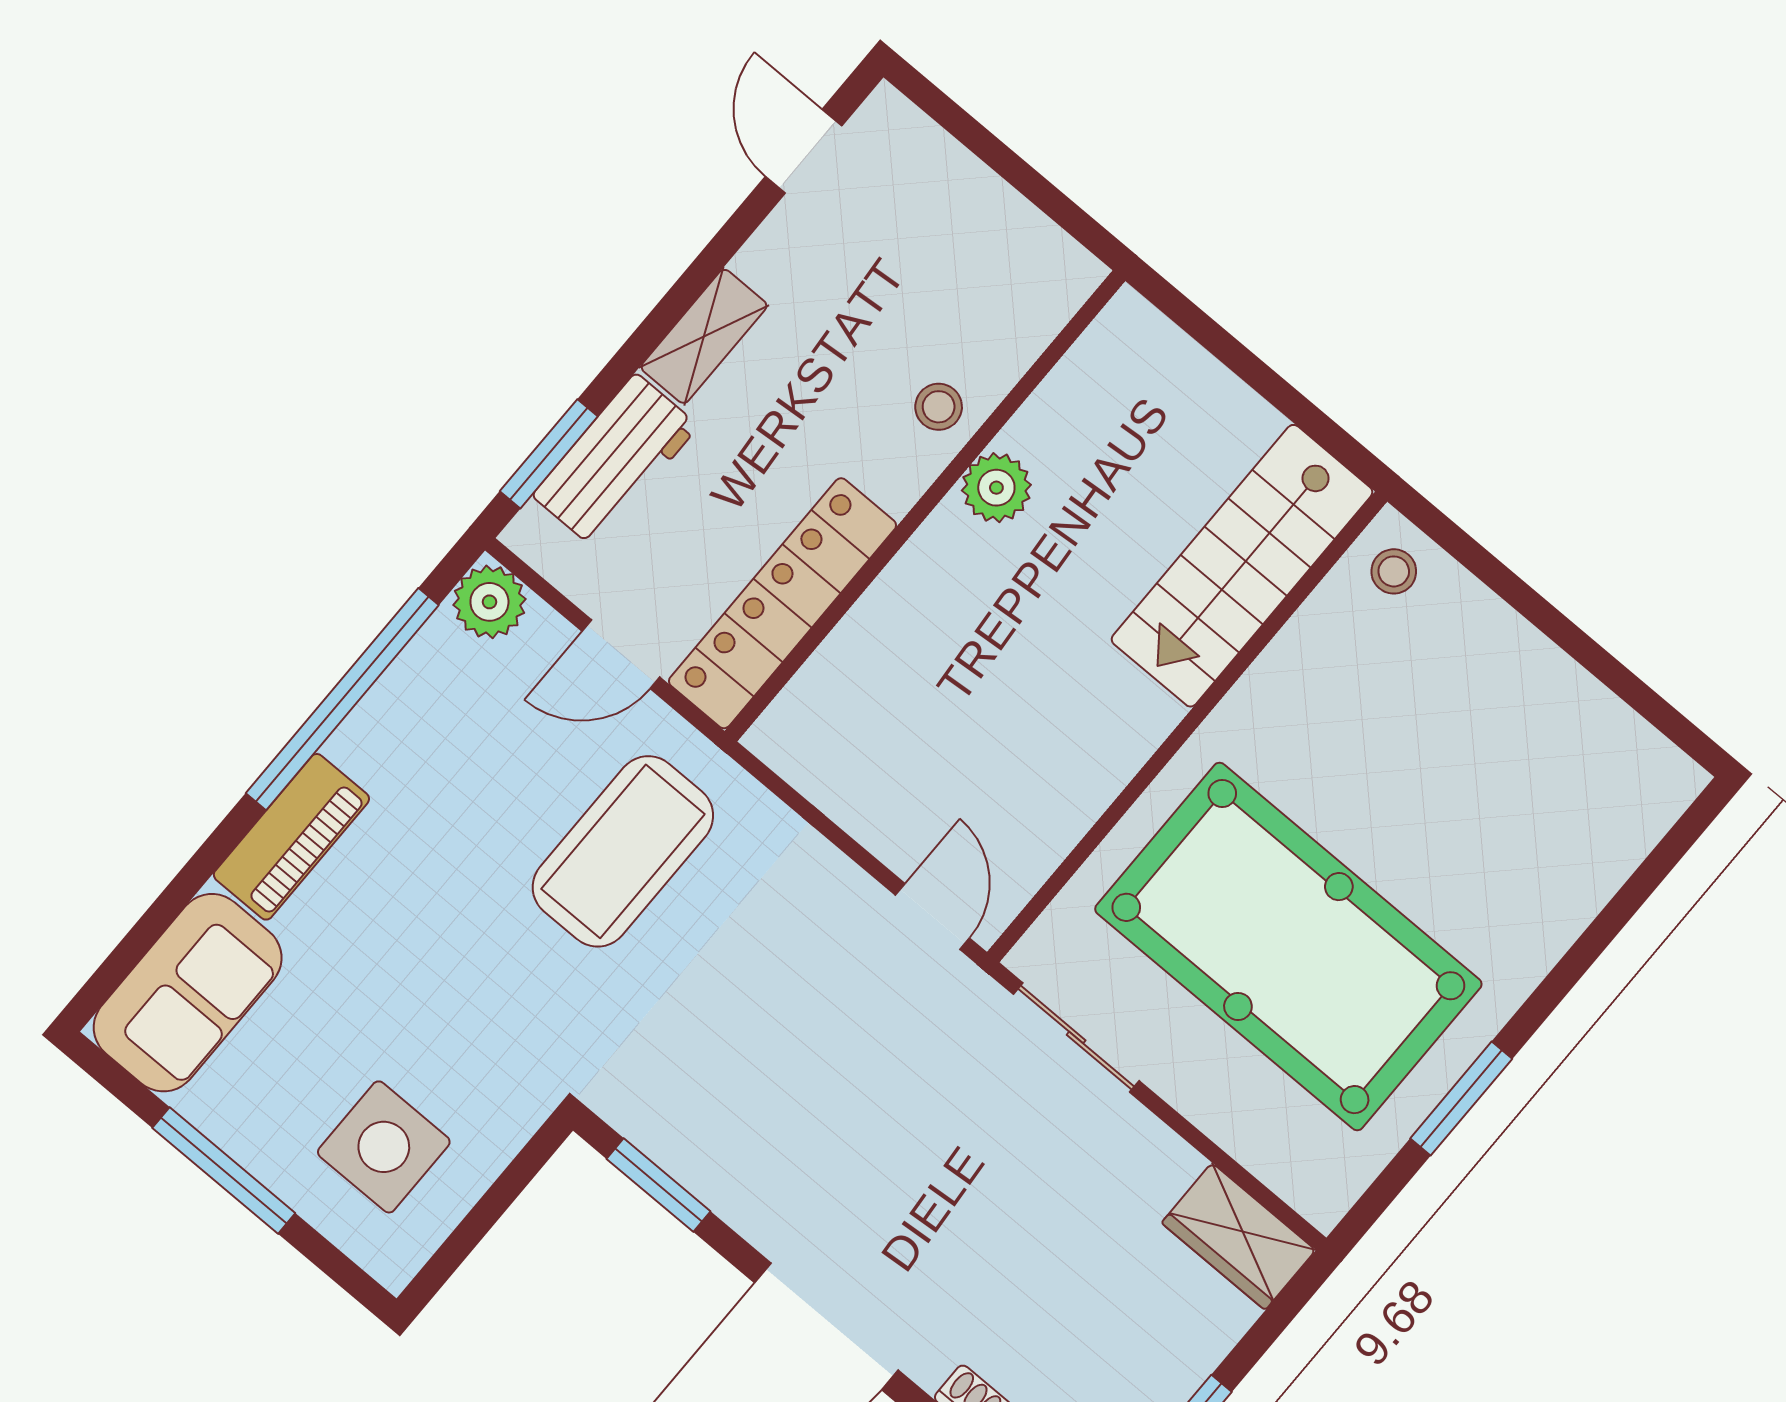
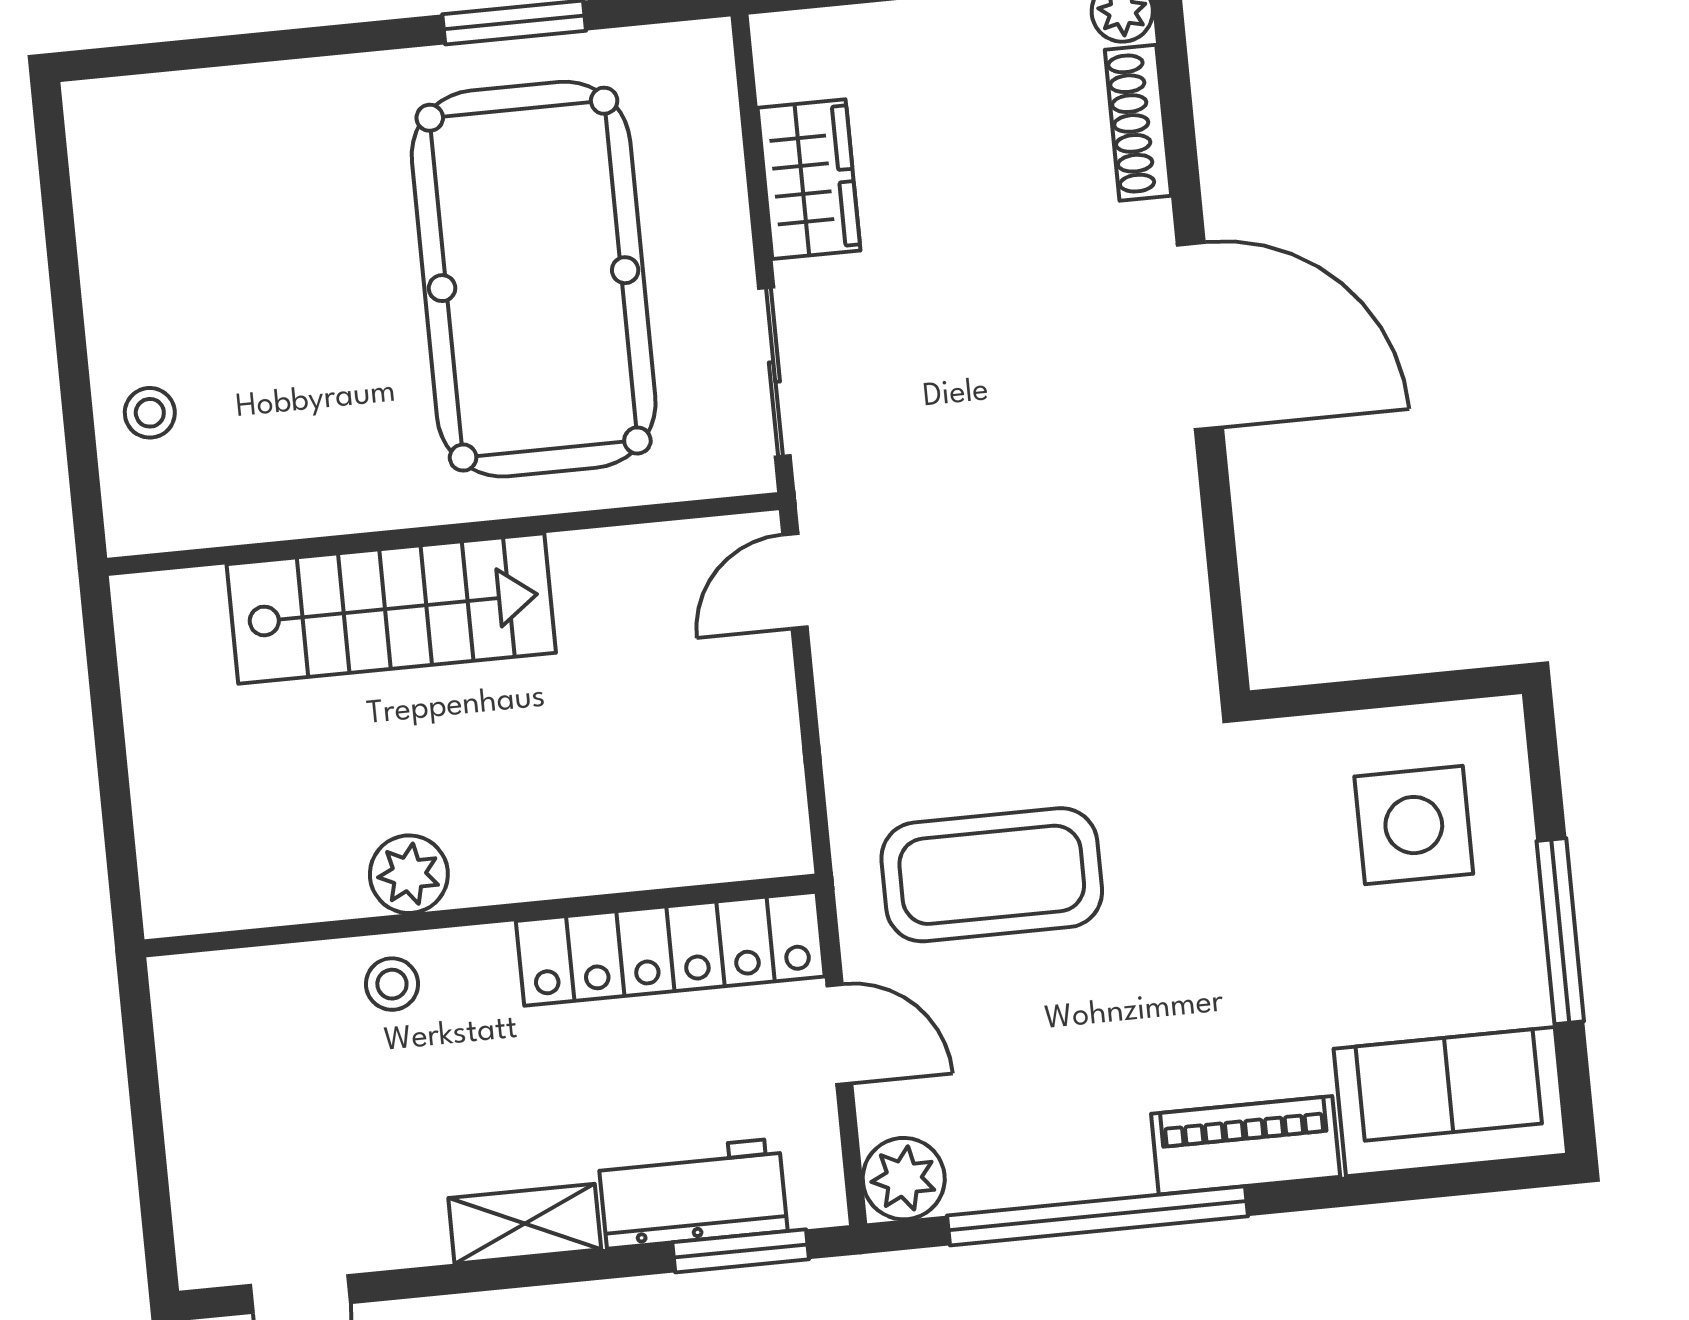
stairs: (1242, 566) -> (391, 609), moved
stool: (1394, 571) -> (150, 413), moved
window: (659, 1185) -> (1224, 580), removed
wardrobe: (1239, 1236) -> (809, 179), moved

